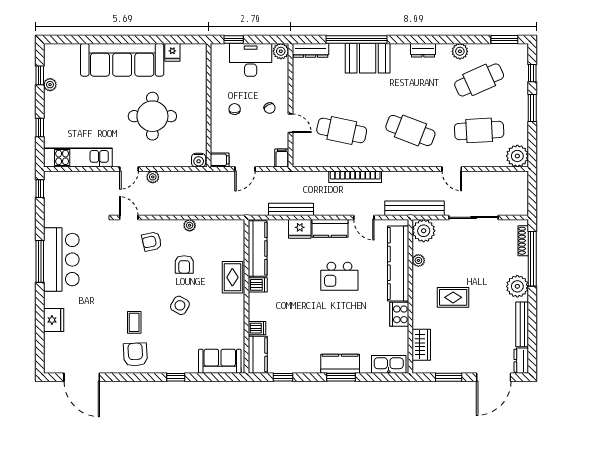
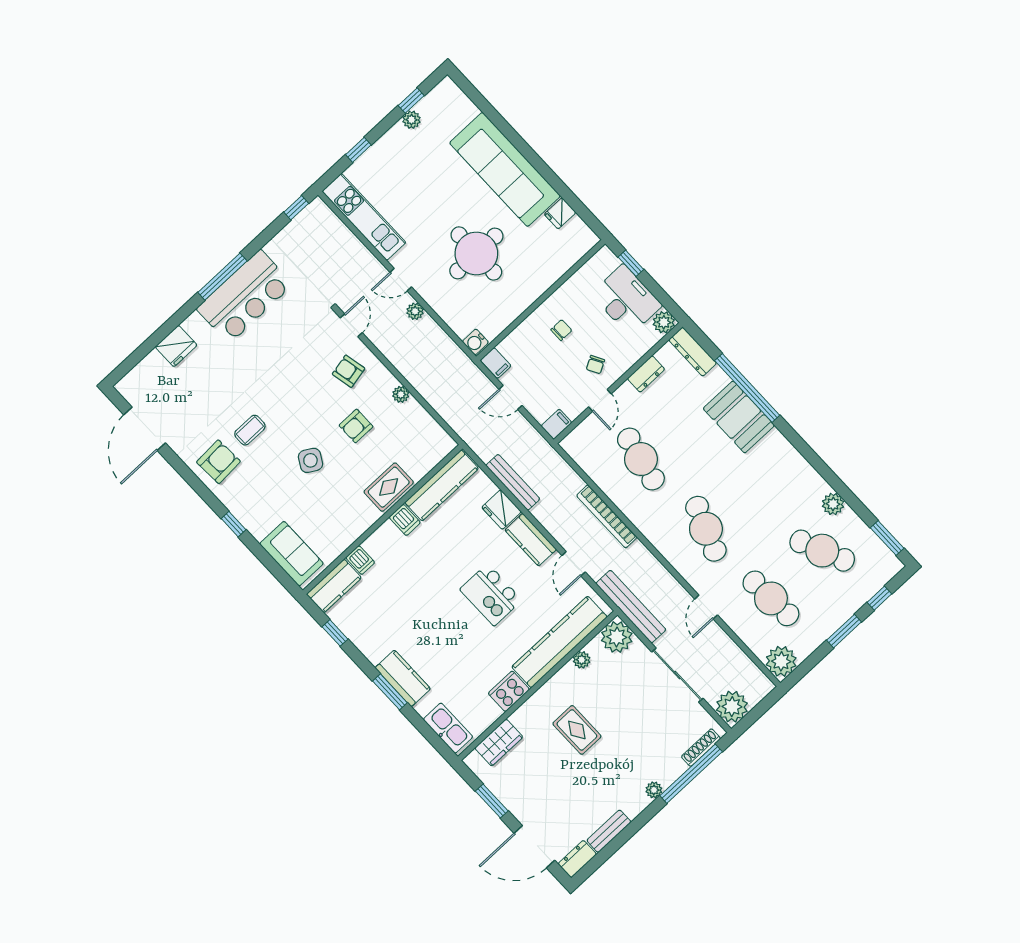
dresser: (423, 50) -> (646, 374), moved, turned -90
plant: (517, 204) -> (732, 707), added
plant: (517, 286) -> (654, 790), width x0.53, depth x0.53
bench: (522, 324) -> (609, 831), width x0.73

